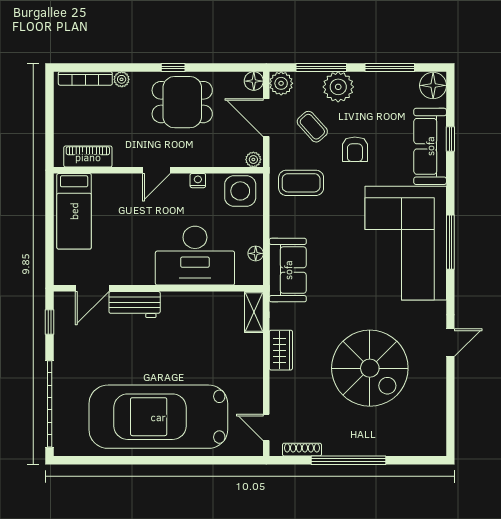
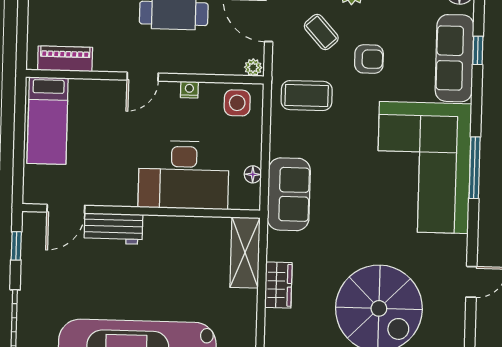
armchair: (355, 149) -> (369, 59), turned -90
side table: (240, 191) -> (237, 103), width x0.73, depth x0.73
shelving: (254, 312) -> (245, 253), width x1.50, depth x1.33

